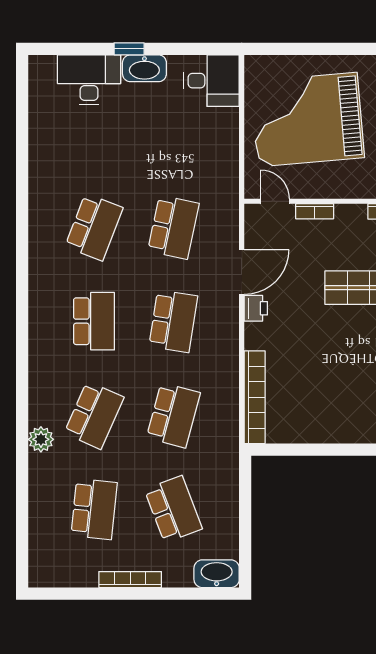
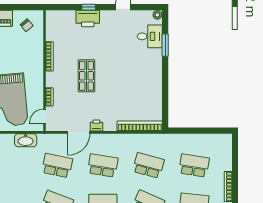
door: (242, 272) -> (79, 132), swing flipped
school desk: (173, 509) -> (194, 166), turned 30
washbasin: (217, 574) -> (26, 140), moved, turned -90

